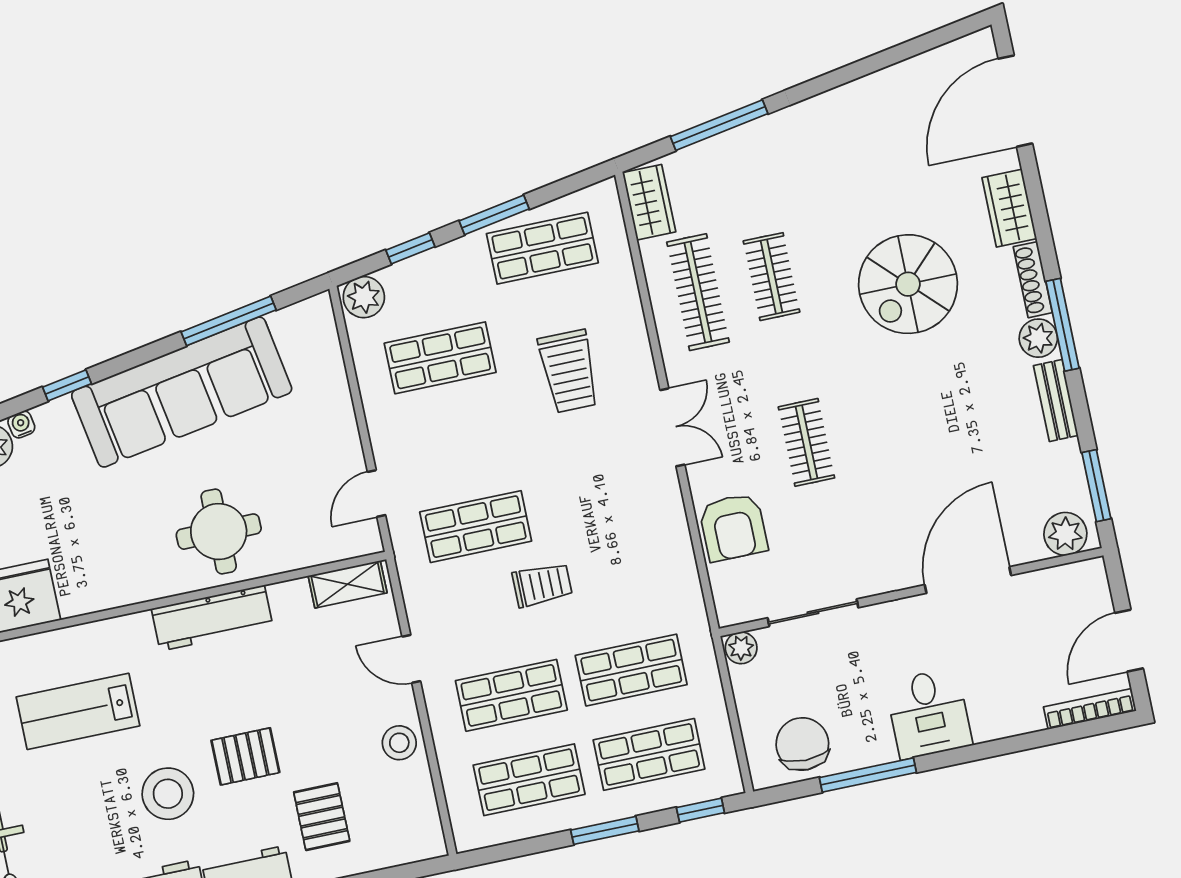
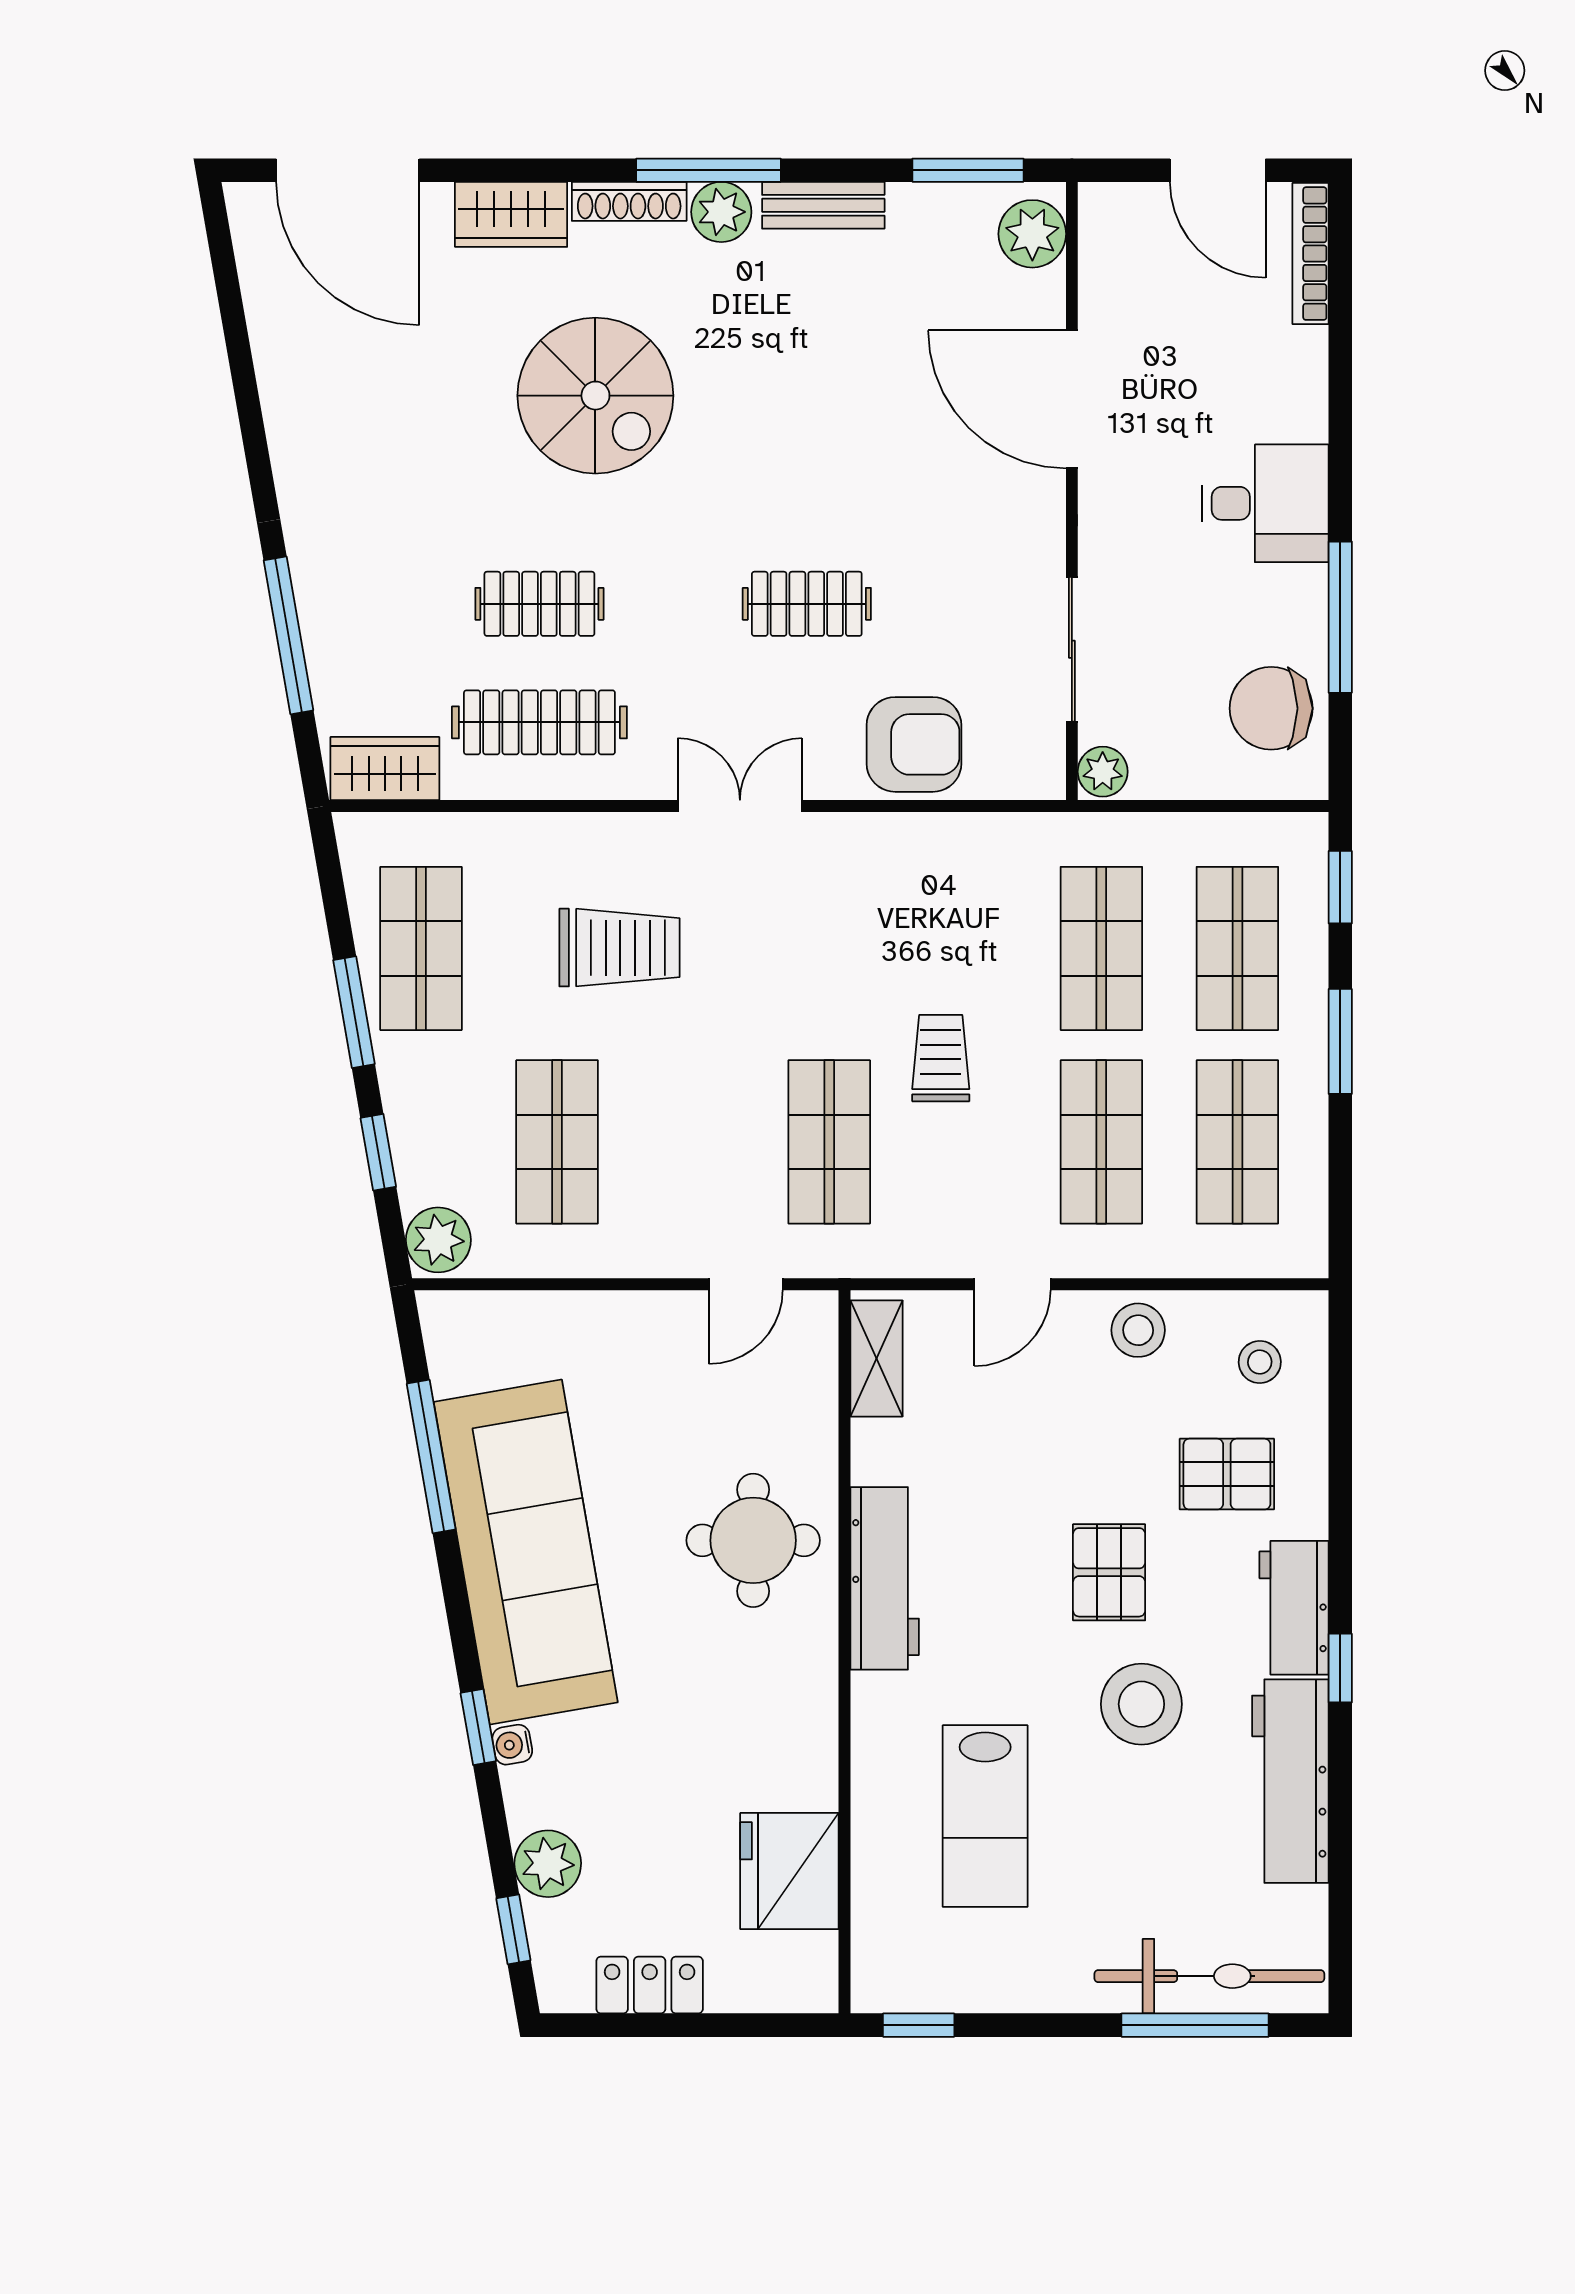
water cooler: (21, 424) -> (512, 1745), moved
door: (376, 493) -> (746, 1284), hinge flipped
stool: (395, 822) -> (1260, 1362), added

